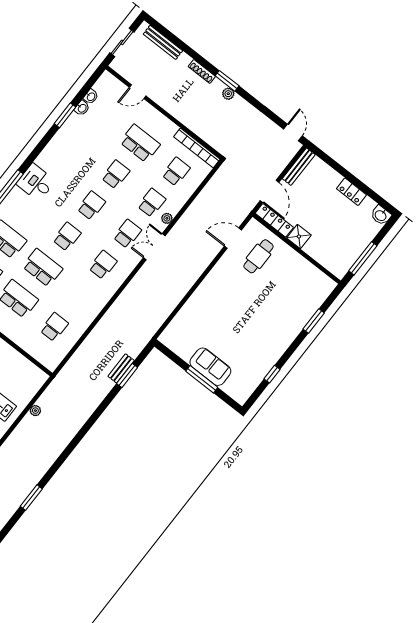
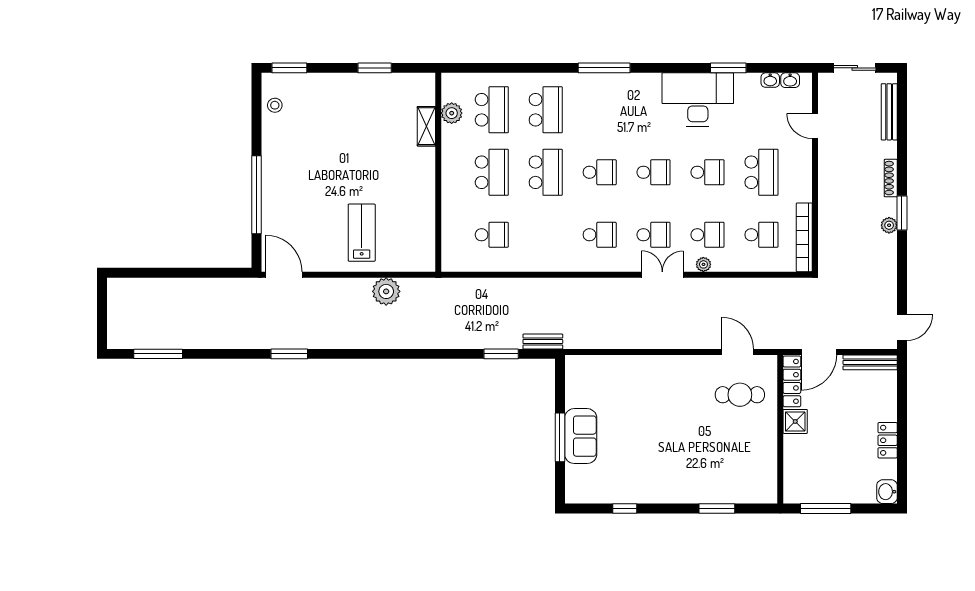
washbasin: (82, 108) -> (790, 80), moved
desk: (36, 182) -> (698, 99), moved, width x1.87, depth x1.30
bench: (121, 368) -> (543, 342), moved
plant: (35, 411) -> (386, 291), width x1.88, depth x1.88

